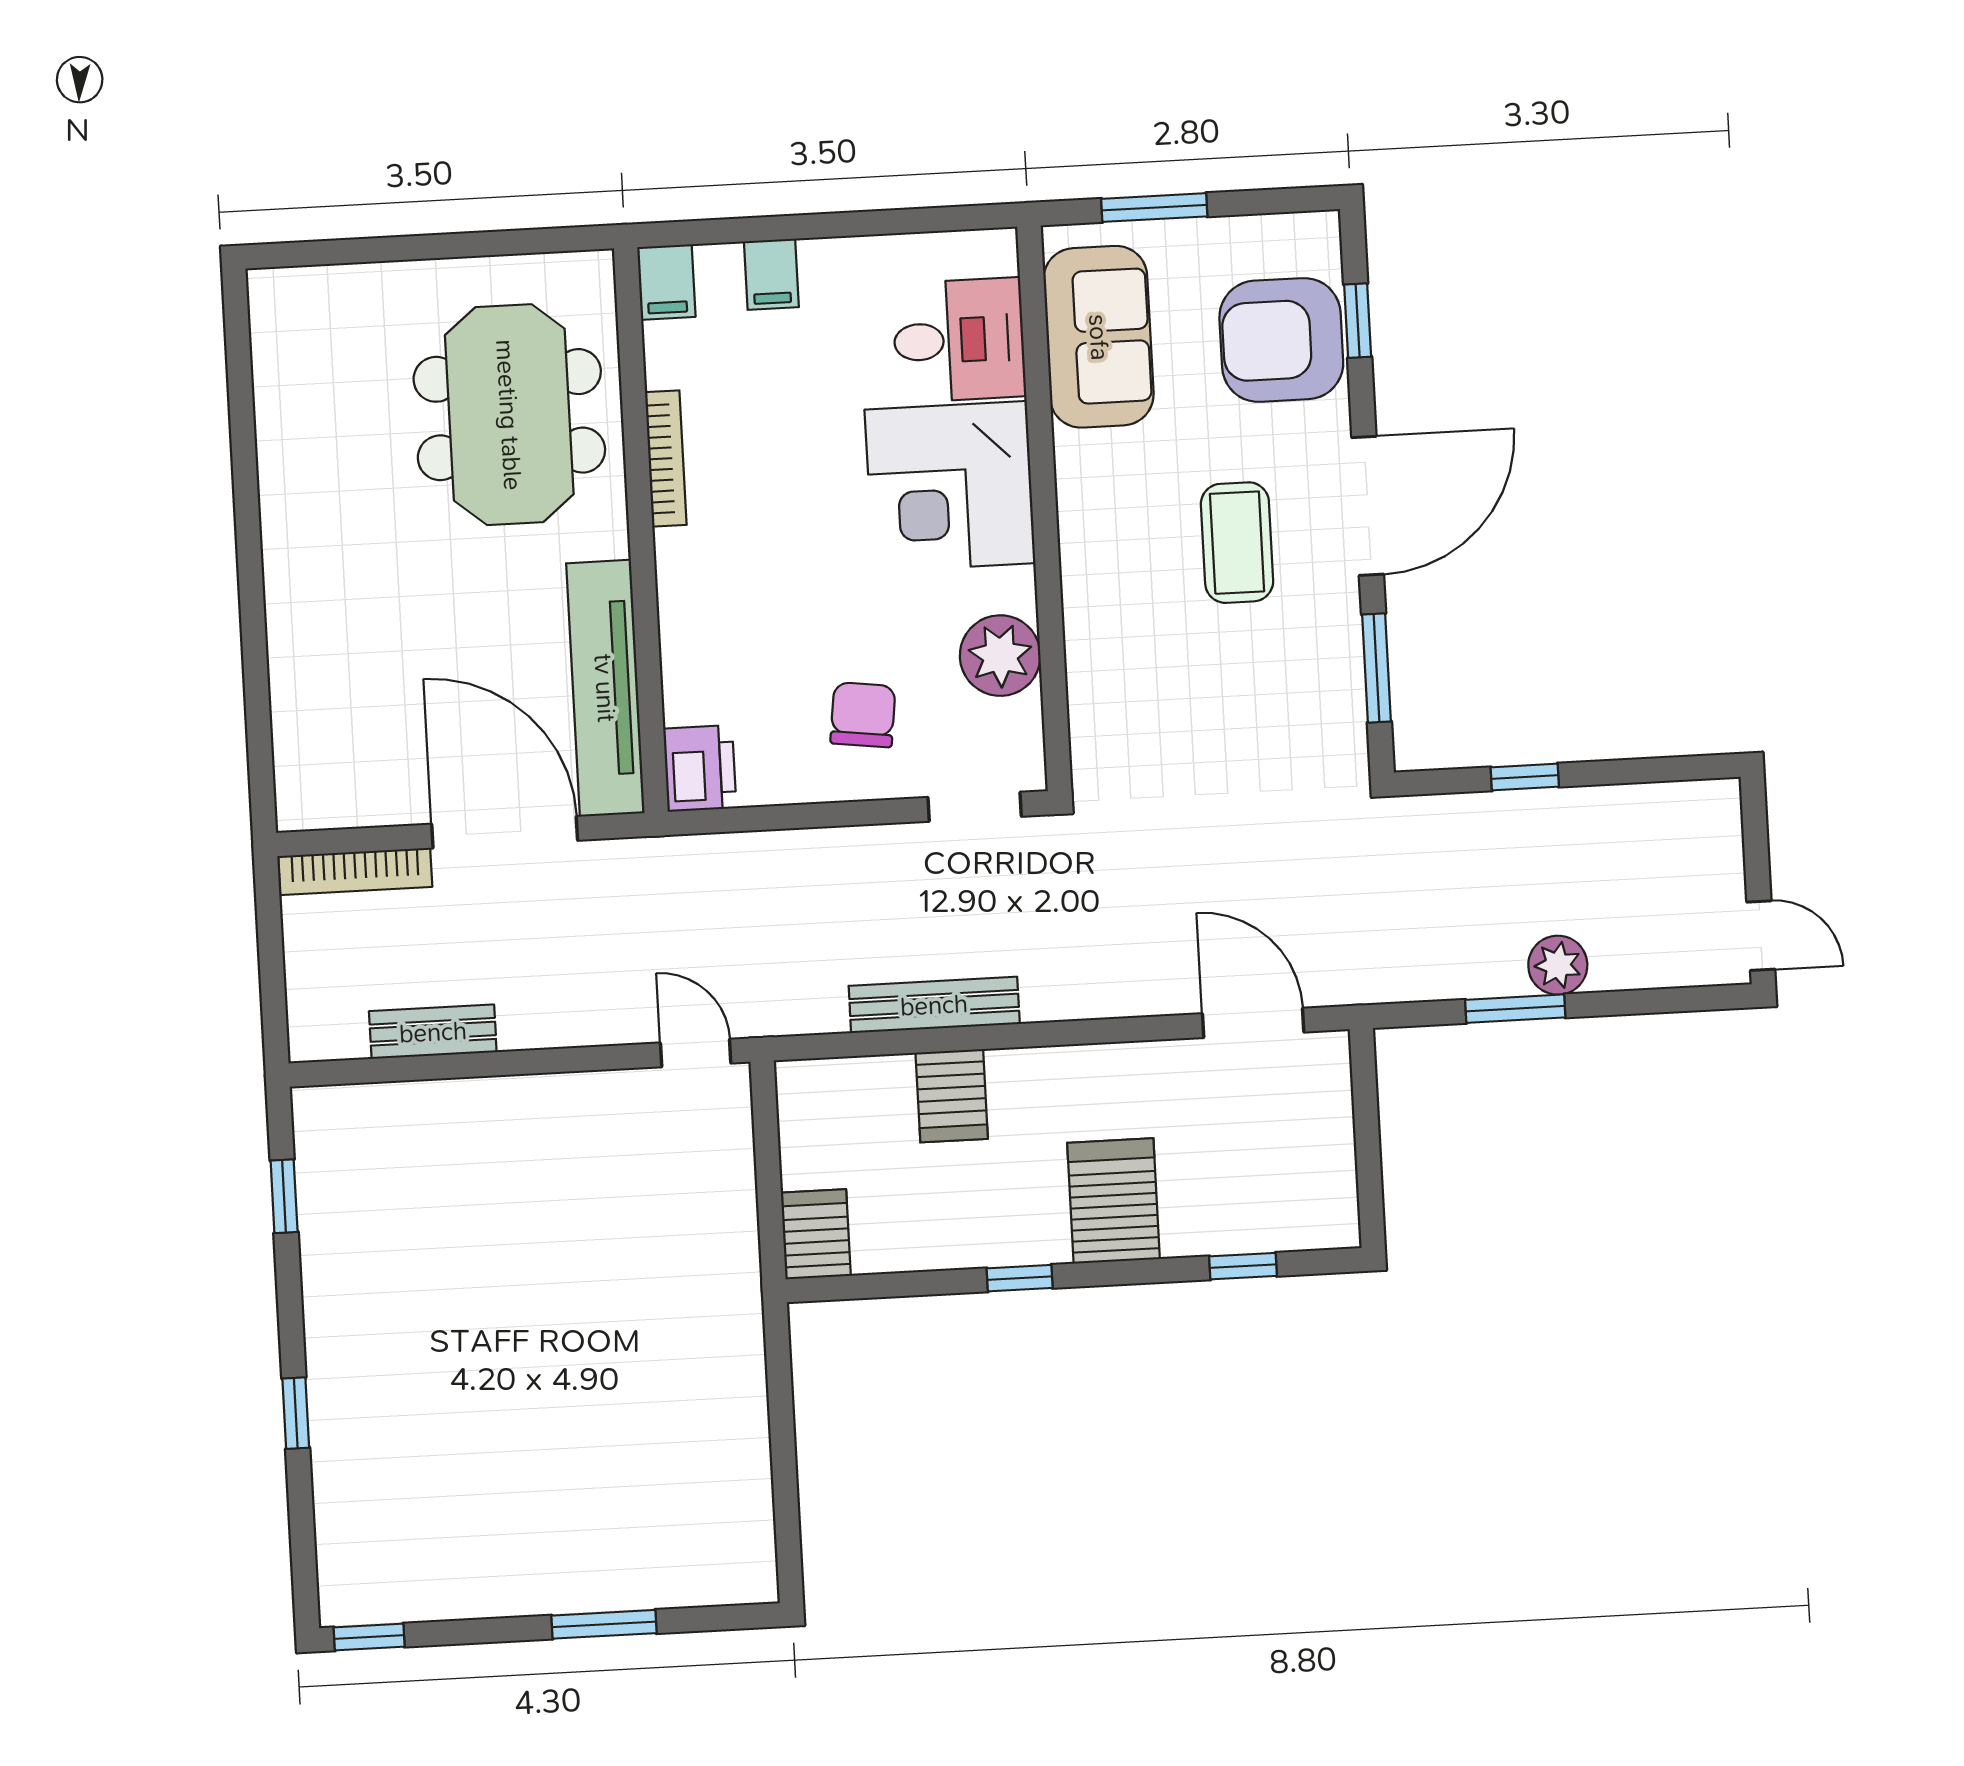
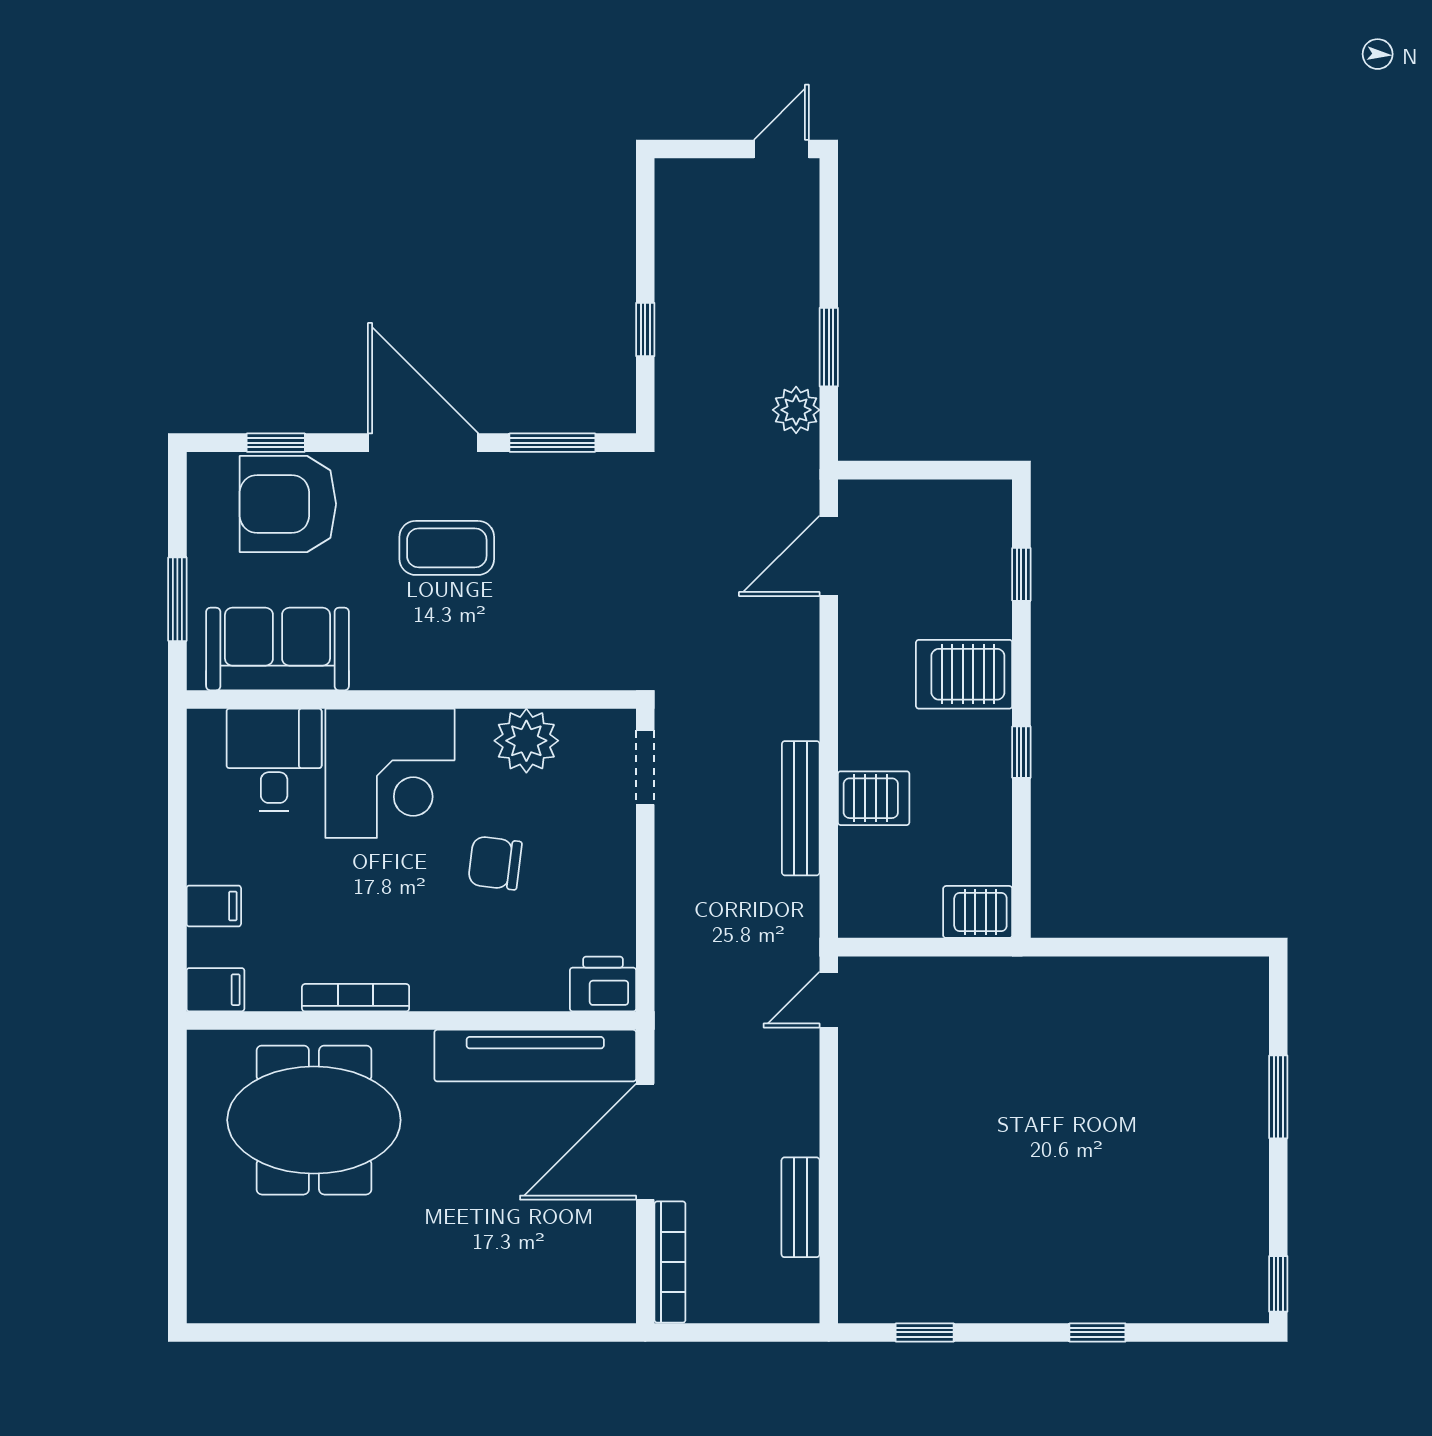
armchair: (1281, 340) -> (288, 504), turned 90
chair: (863, 715) -> (495, 863), moved
plant: (1558, 965) -> (796, 410), moved

